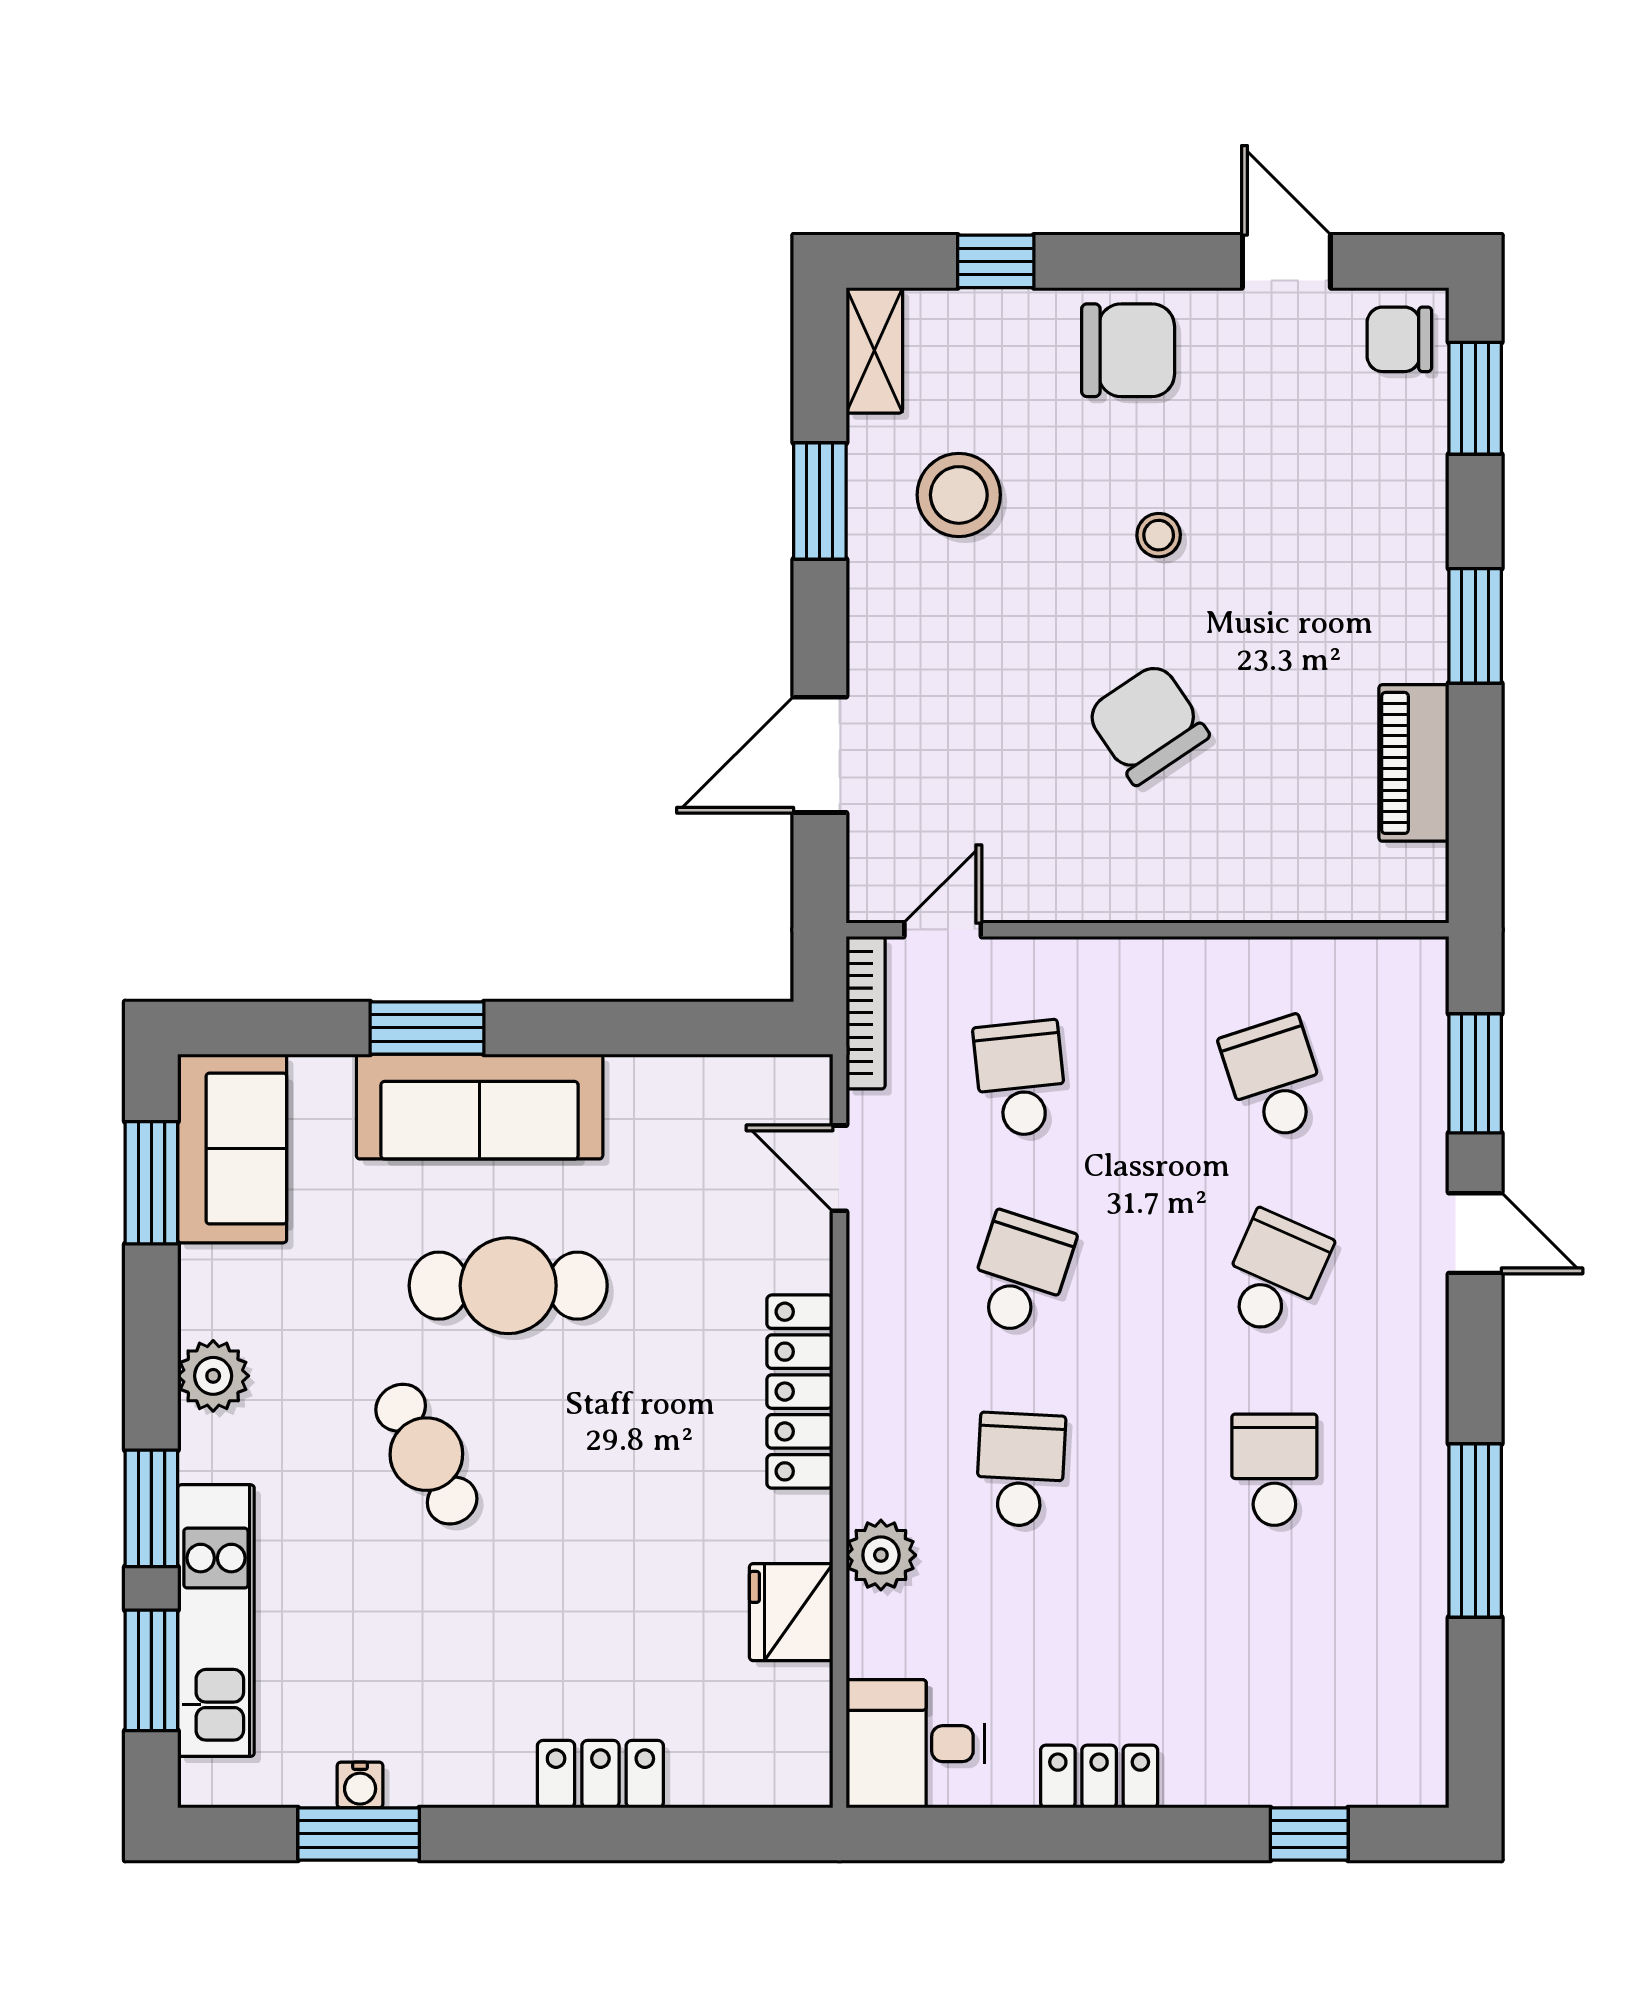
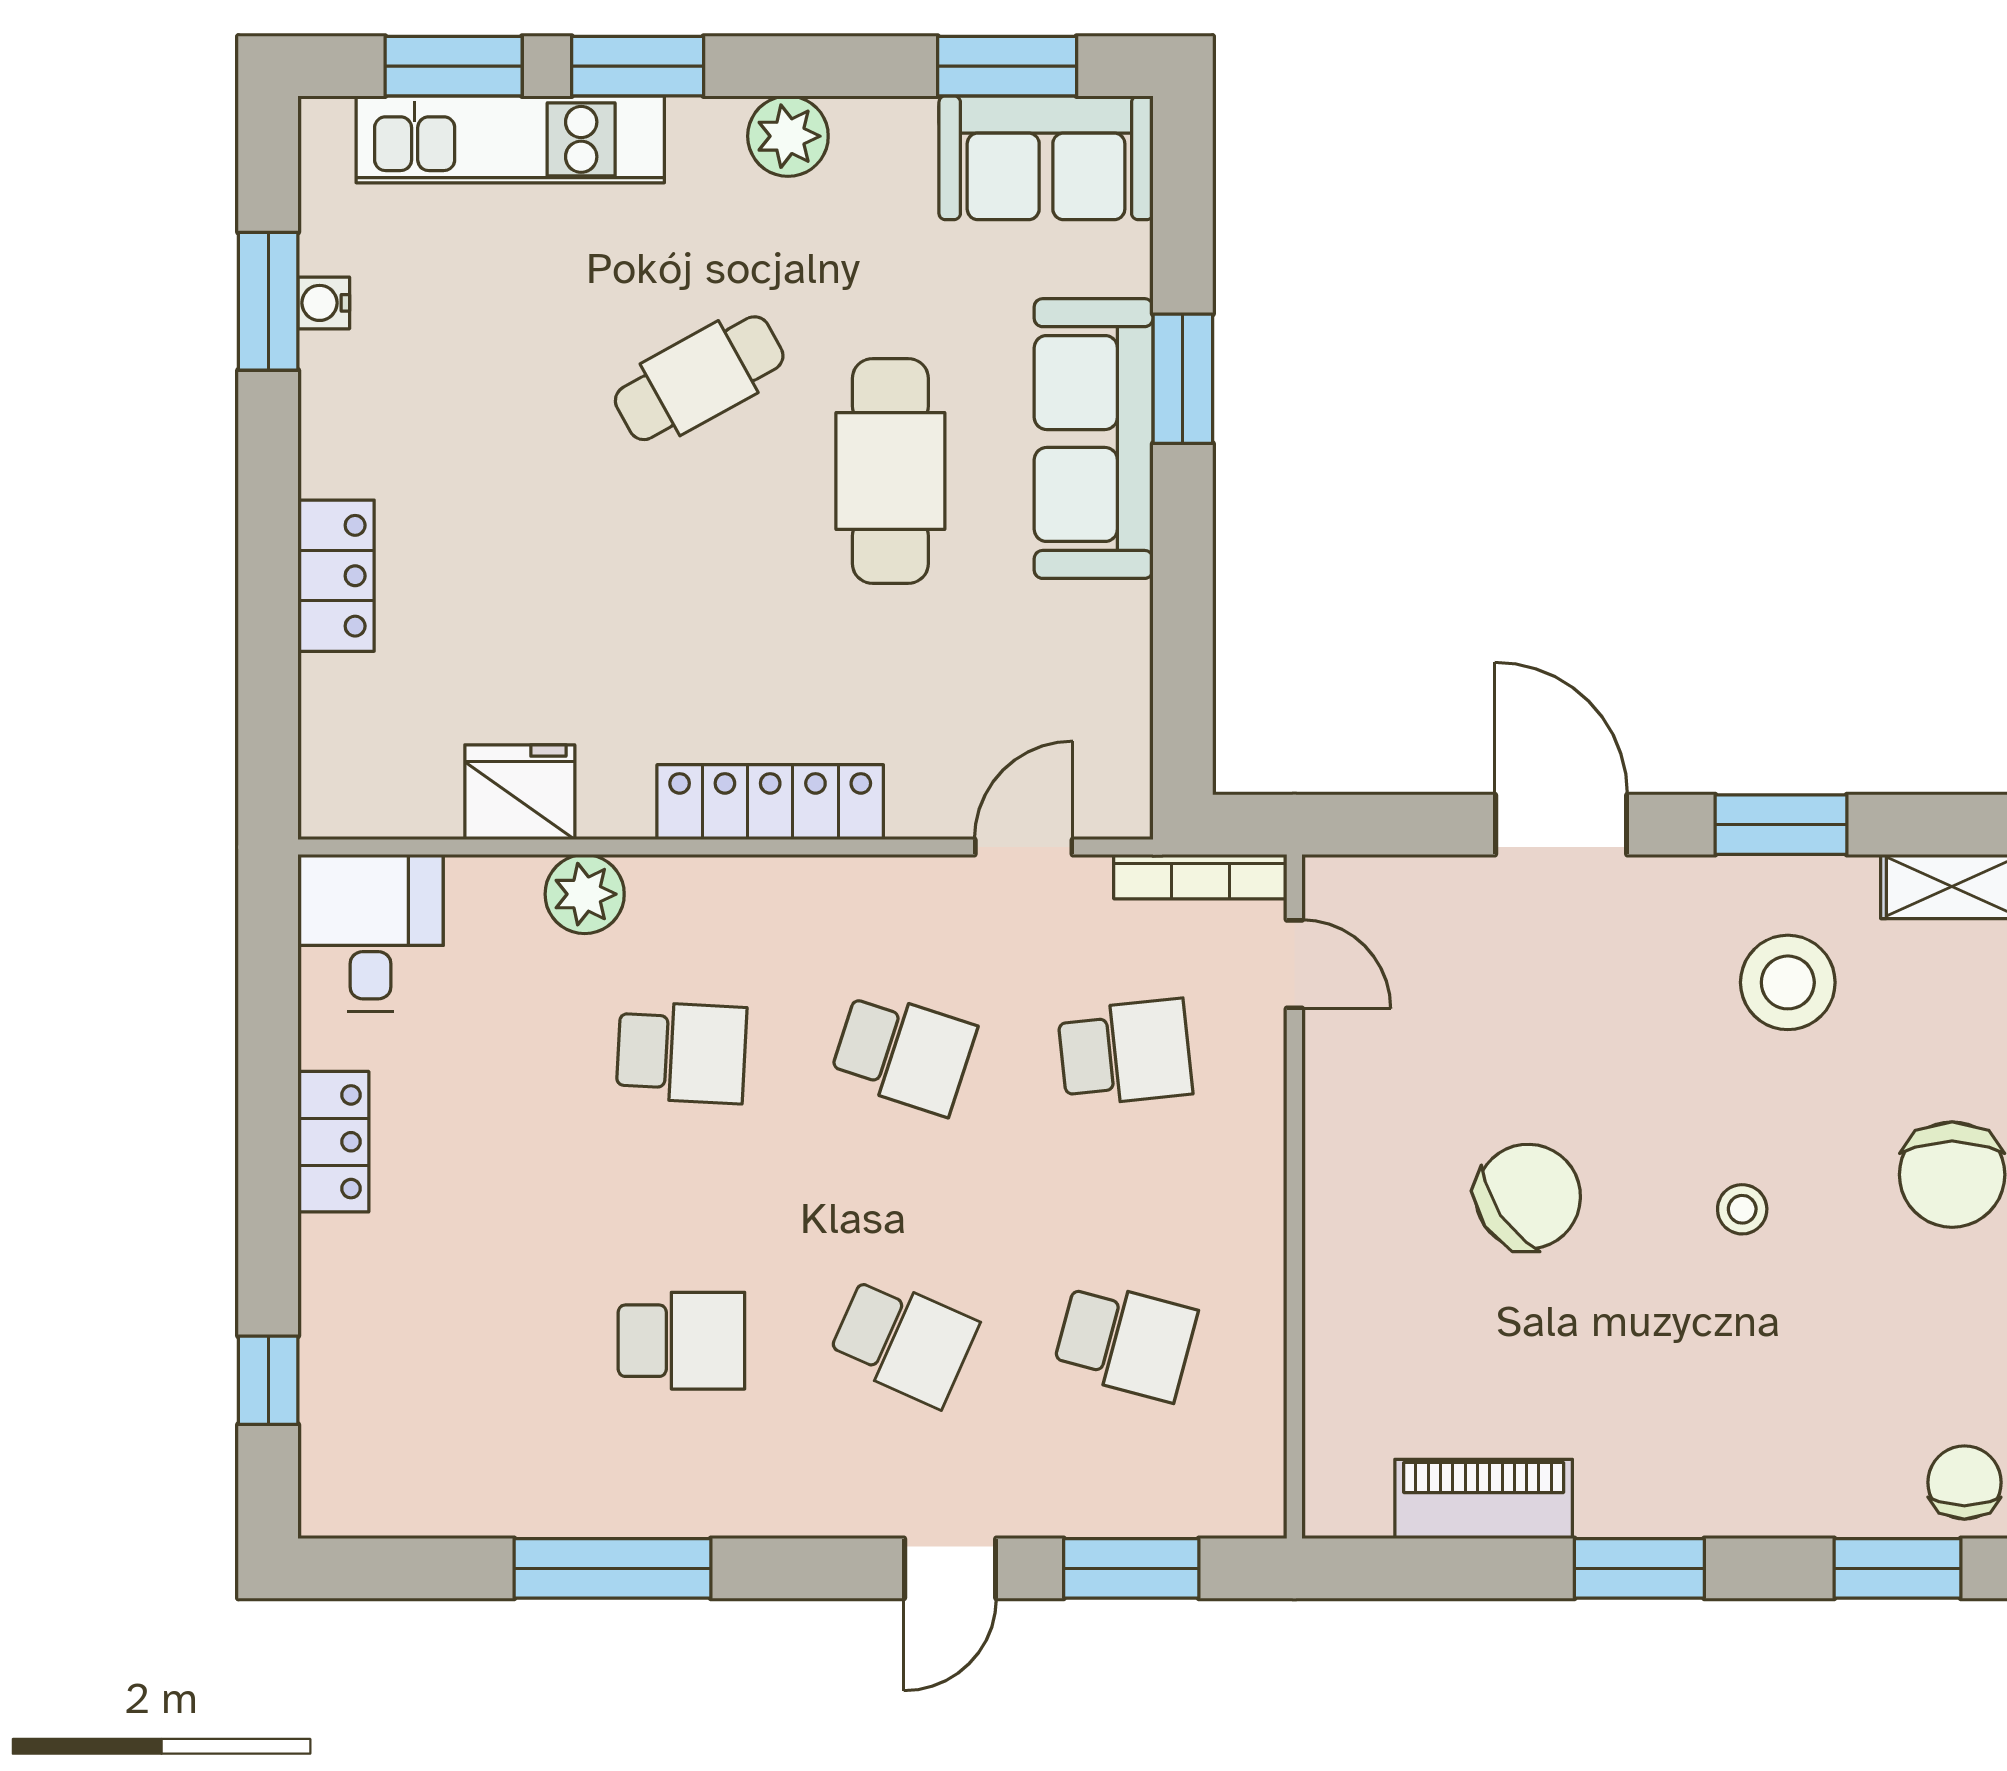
door: (820, 755) -> (1561, 825), moved
school desk: (1274, 1079) -> (1125, 1341), turned 33

